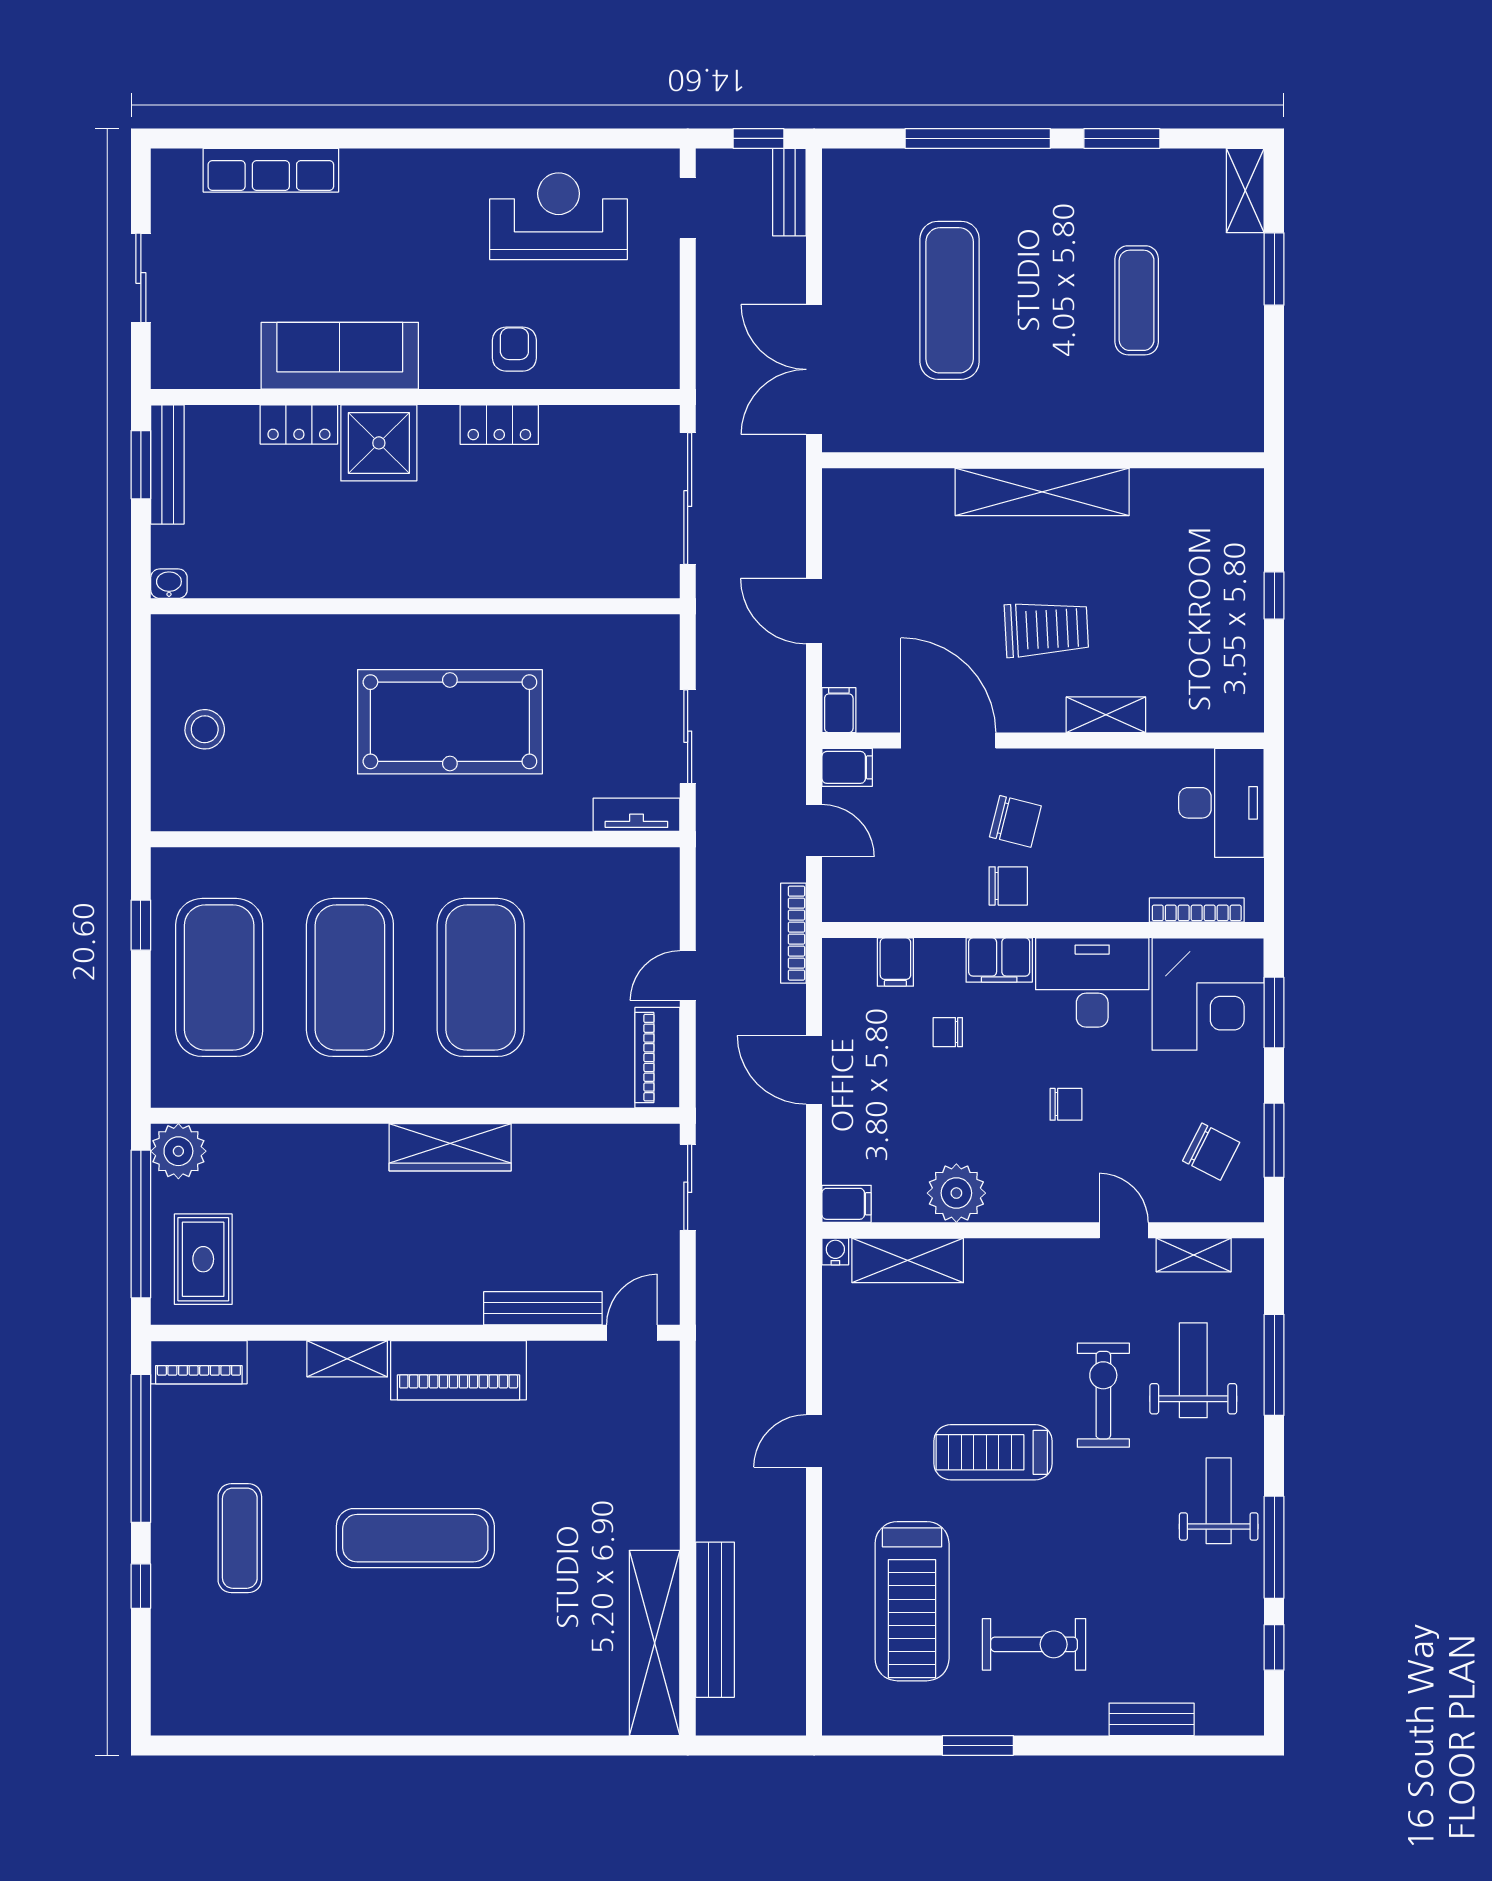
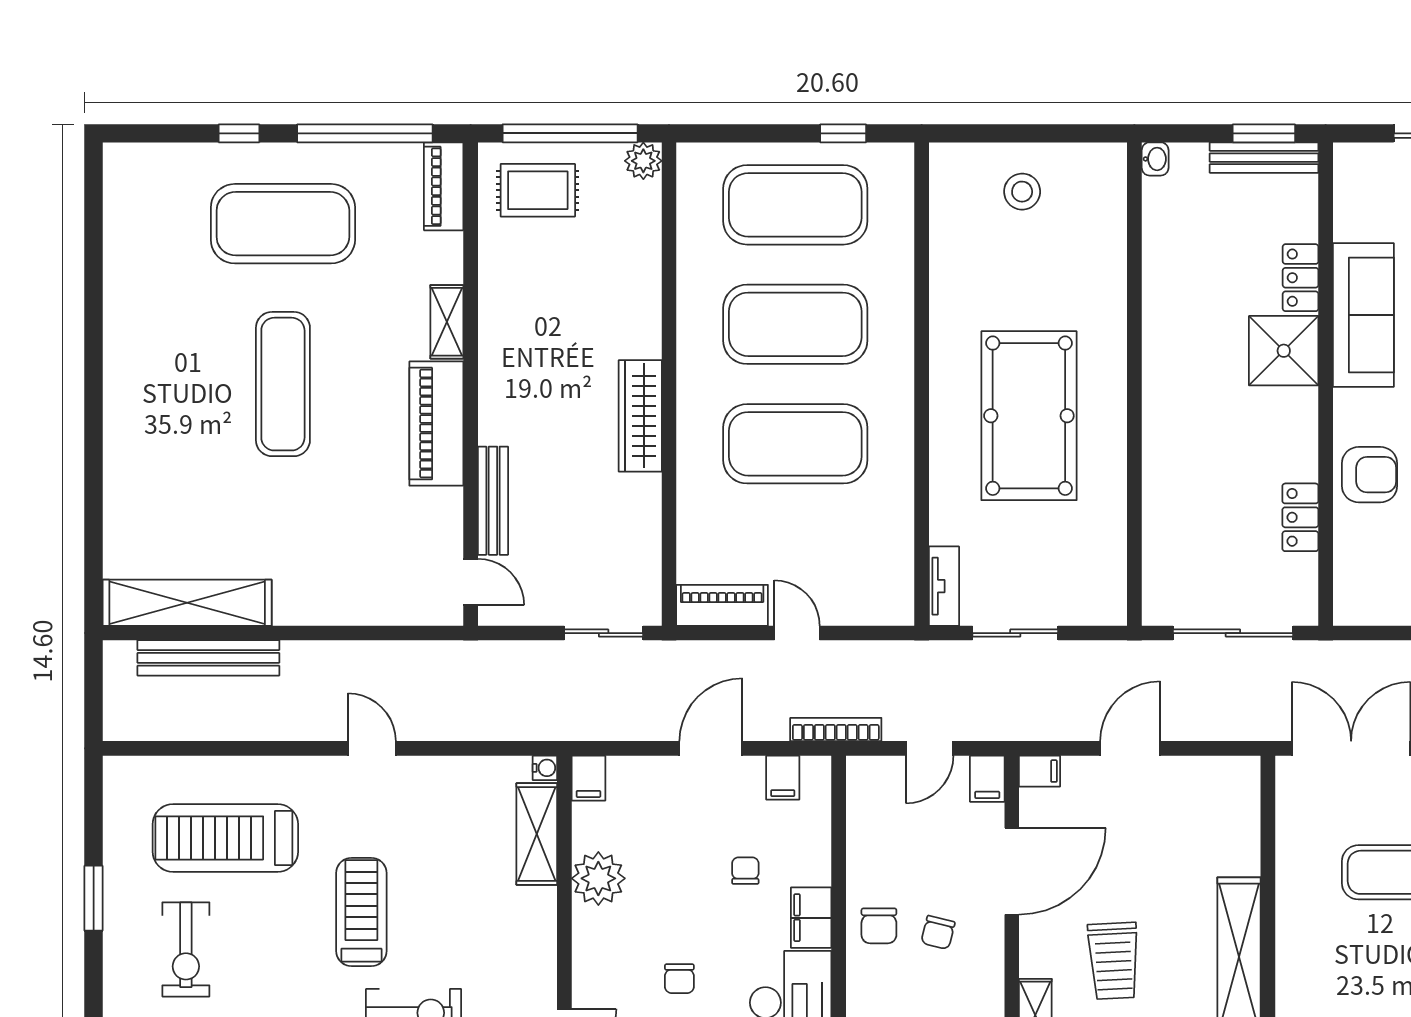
armchair: (514, 349) -> (1370, 475), width x1.38, depth x1.38
locker: (499, 425) -> (1300, 517), moved
chair: (1015, 821) -> (938, 932), width x0.73, depth x0.73
filing cabinet: (895, 962) -> (783, 778), moved, turned -90
plant: (178, 1151) -> (643, 161), width x0.73, depth x0.73
exercise mat: (240, 1538) -> (283, 224), width x2.00, depth x1.45

